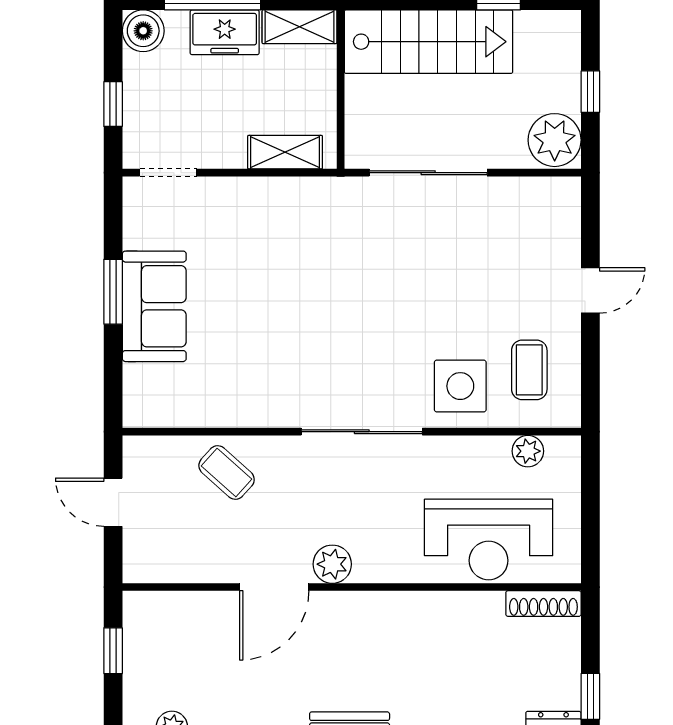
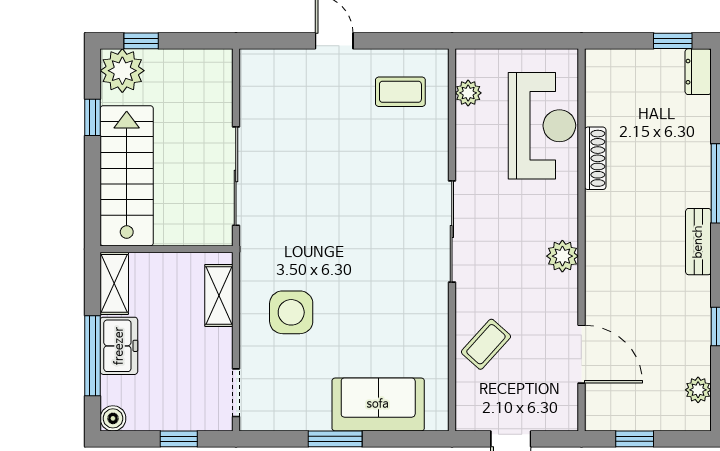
boiler: (143, 31) -> (113, 418), width x0.73, depth x0.73
window: (590, 92) -> (141, 41), moved
plant: (555, 140) -> (122, 71), moved
sofa: (154, 306) -> (378, 404), moved
side table: (460, 386) -> (291, 312), moved
door: (274, 587) -> (581, 354), moved
shoe rack: (543, 604) -> (595, 158), moved

